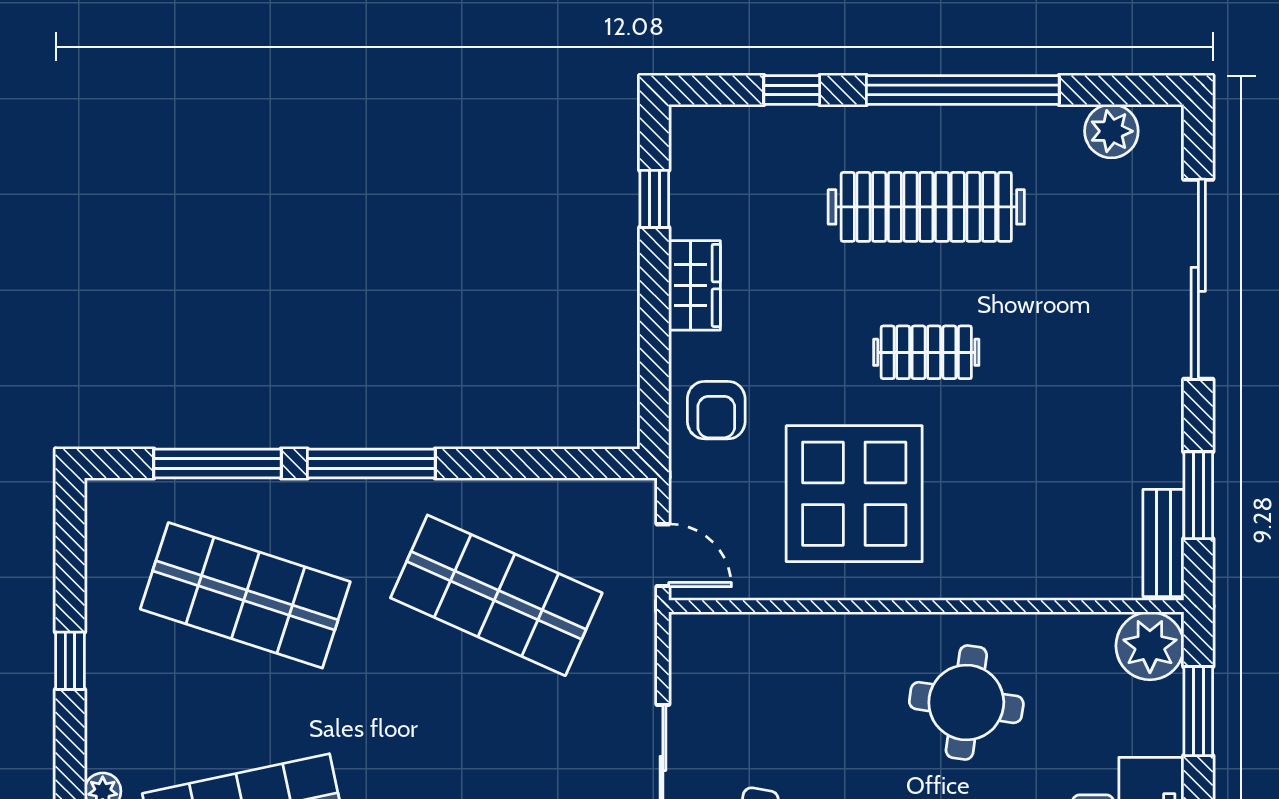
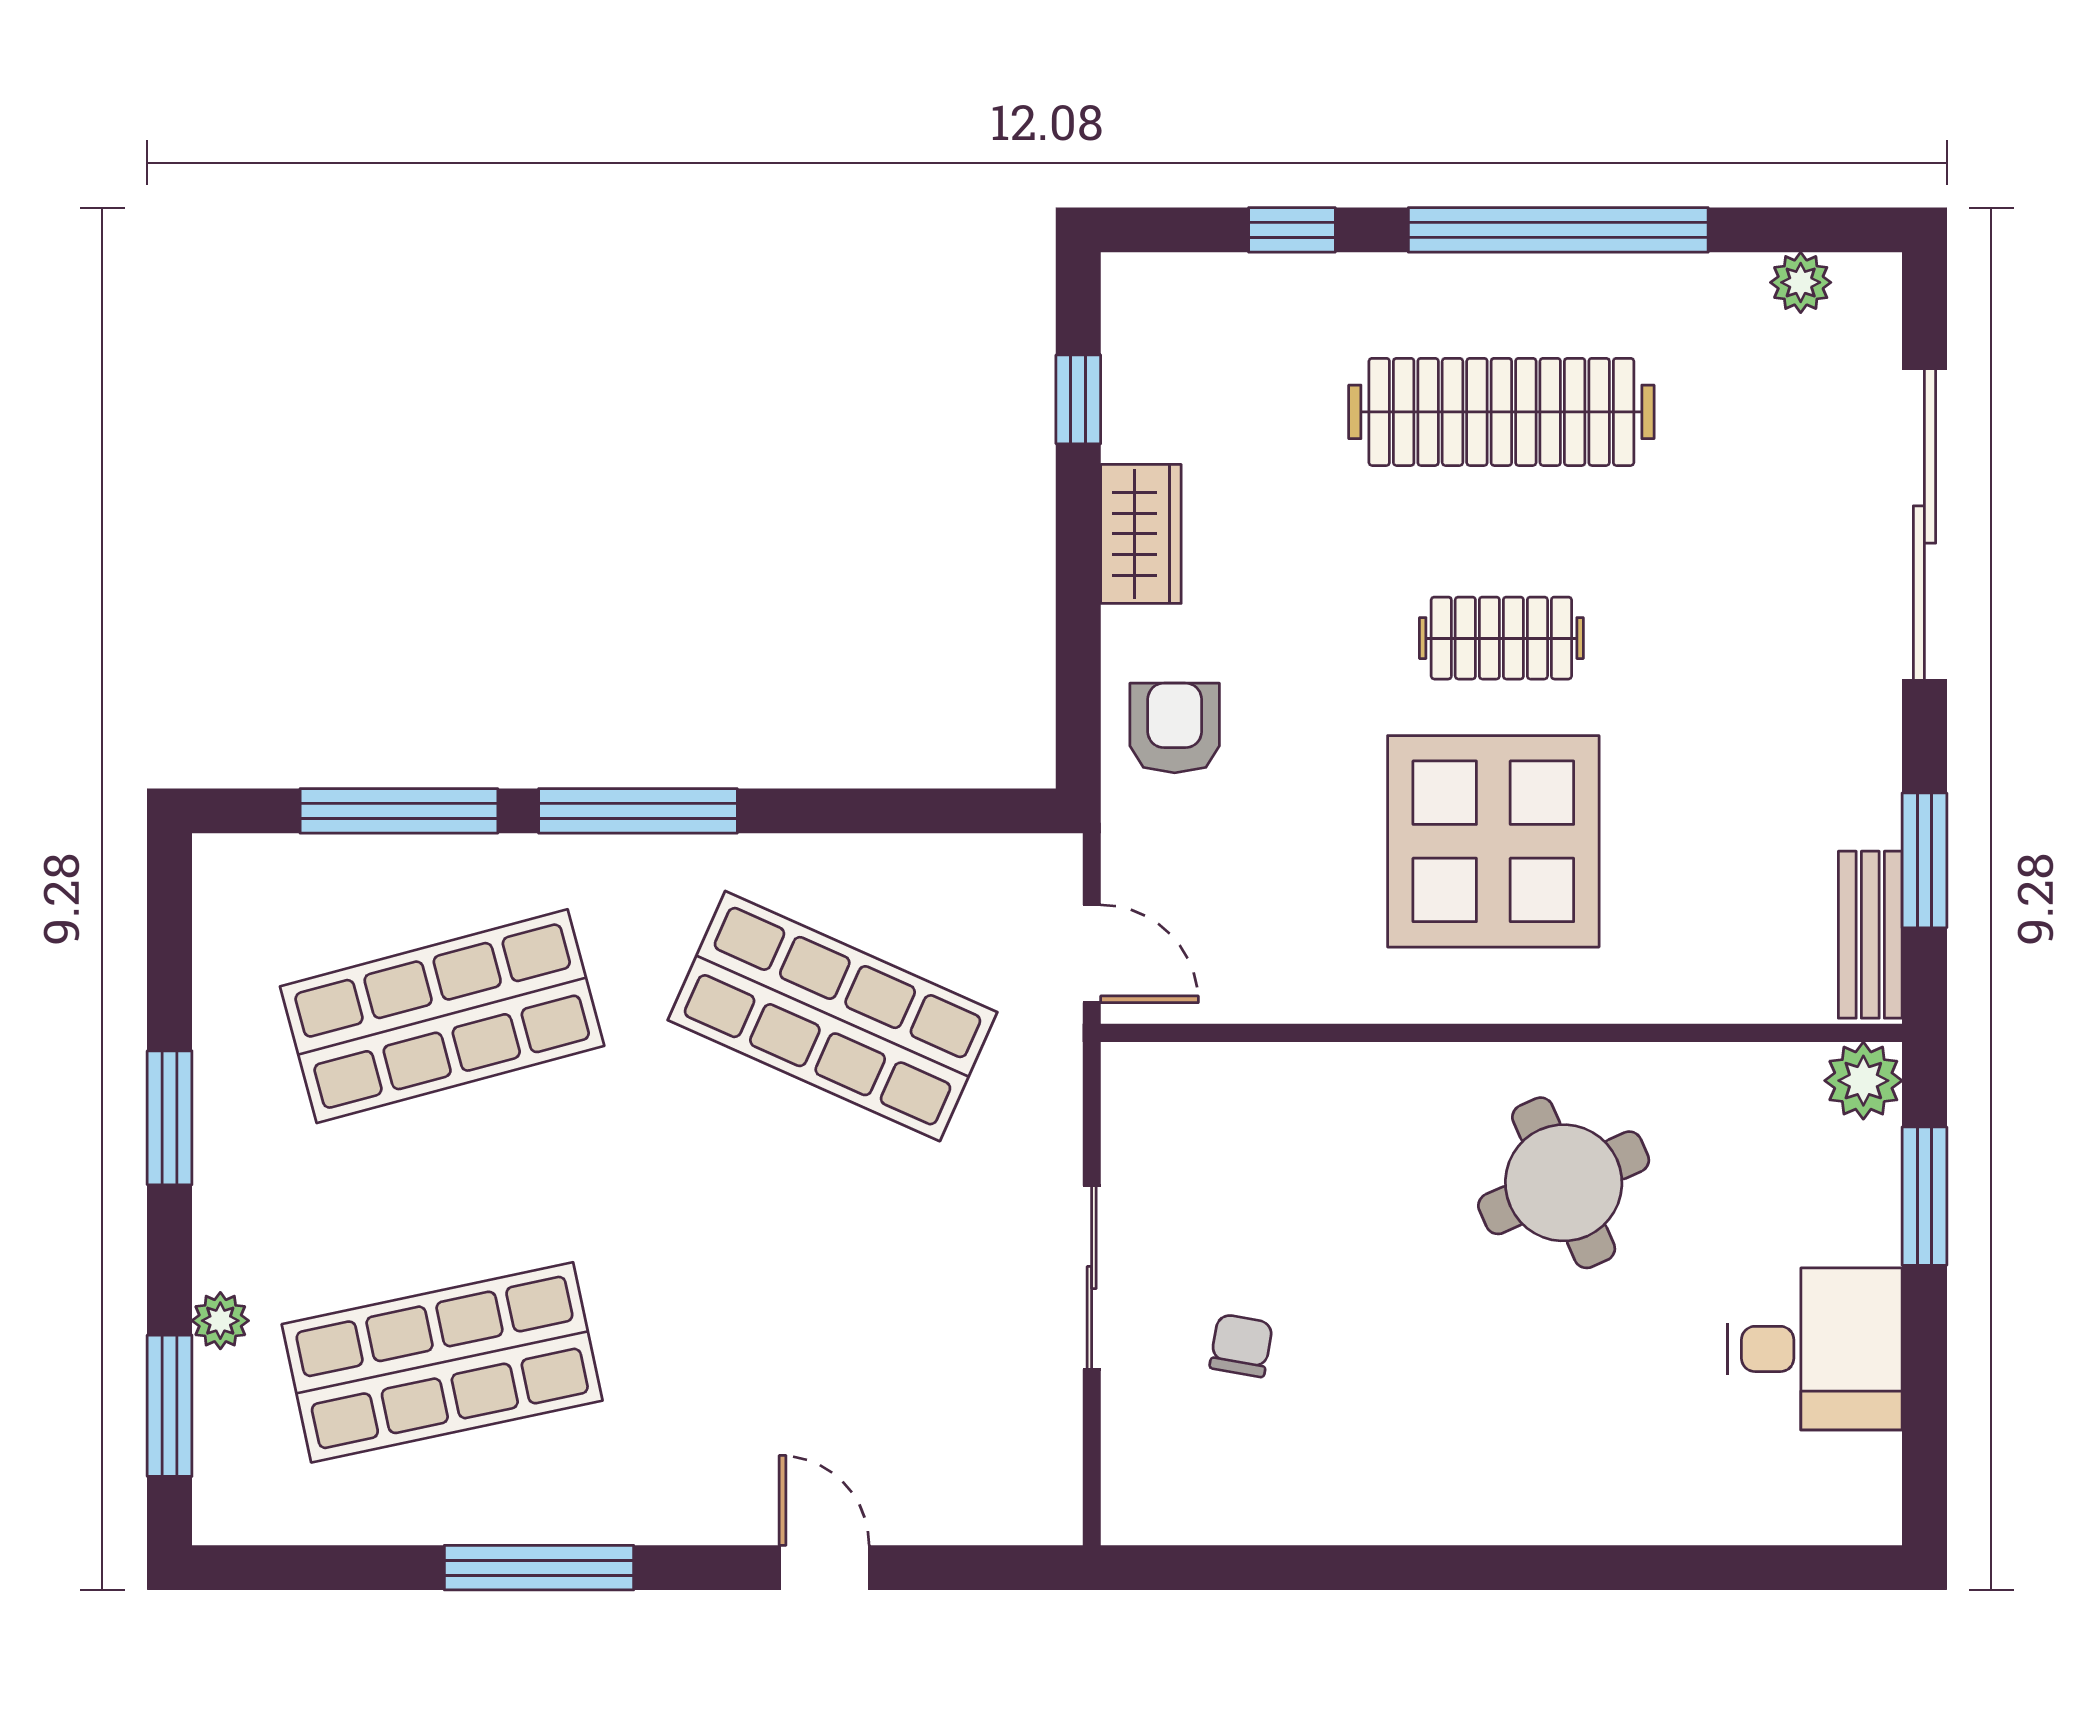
plant: (1111, 131) -> (1801, 282), width x0.73, depth x0.73
armchair: (716, 410) -> (1175, 728), turned 180
display table: (854, 494) -> (1493, 841), moved
shop shelf: (245, 595) -> (442, 1016), turned -33
plant: (1150, 646) -> (1863, 1081), width x0.73, depth x0.73
window: (70, 661) -> (170, 1118), width x1.50
round table: (966, 703) -> (1564, 1183), turned -32

